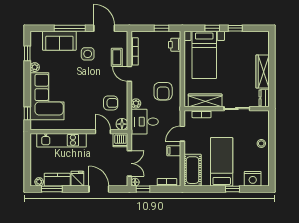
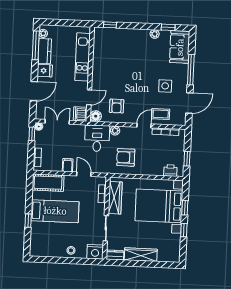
sofa: (59, 41) -> (180, 47), moved
bed with nightstands: (204, 55) -> (159, 206), width x1.36
corner sofa: (47, 96) -> (126, 45), removed
double door: (129, 163) -> (57, 122), swing flipped
nightstand: (253, 179) -> (95, 252), moved, turned -90
window: (52, 189) -> (36, 45), width x1.44

